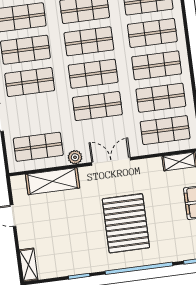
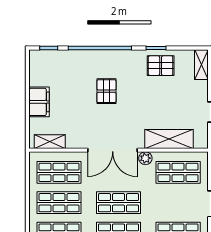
double door: (111, 161) -> (113, 150), width x1.37
pallet: (126, 223) -> (106, 91), width x0.49, depth x0.50
pallet: (72, 258) -> (161, 66), added

